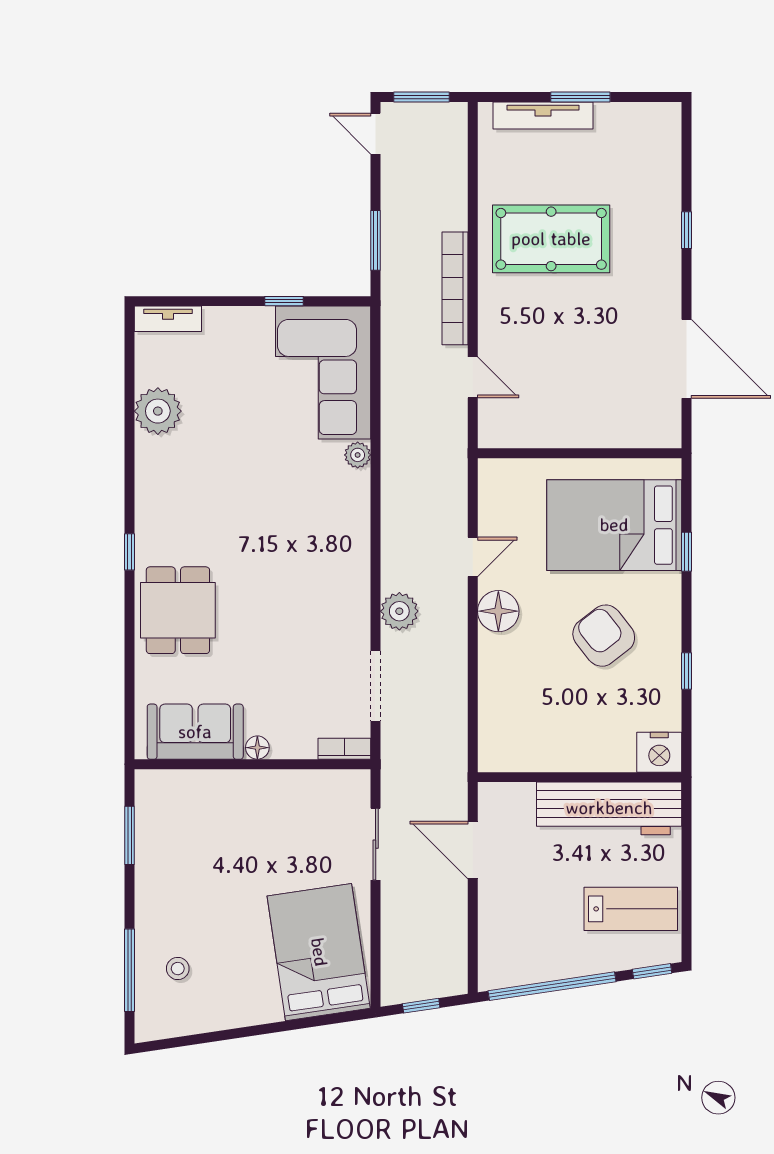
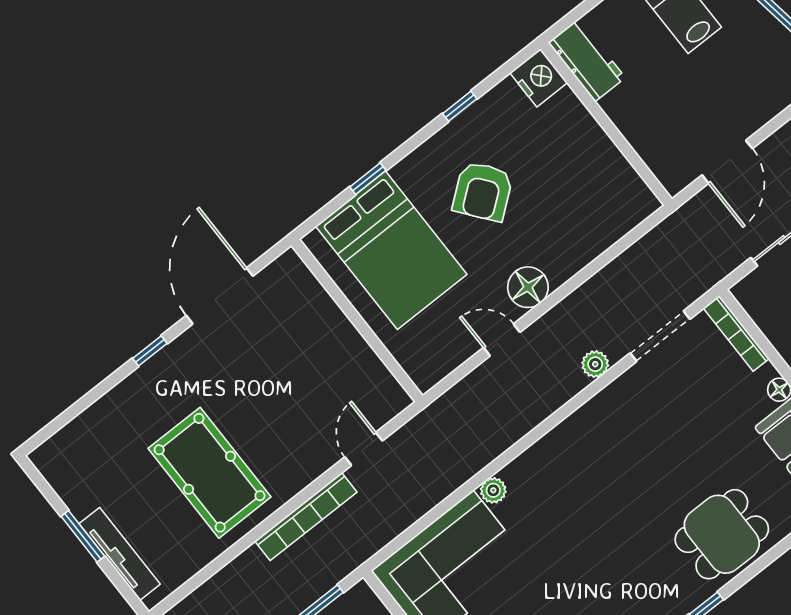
window: (686, 230) -> (150, 351), moved
plant: (399, 611) -> (595, 364), width x0.73, depth x0.73
bookcase: (344, 749) -> (736, 333), width x1.56
workbench: (609, 808) -> (587, 60), width x0.53, depth x0.76

